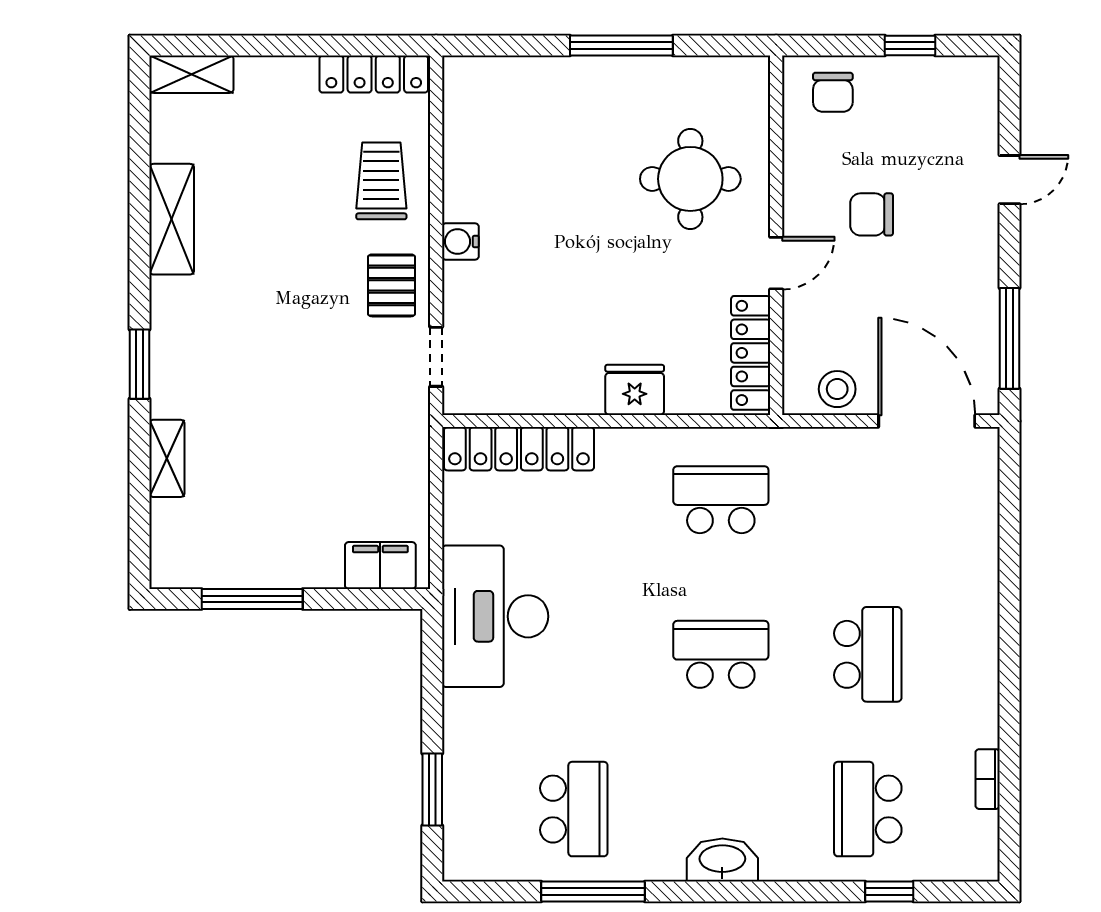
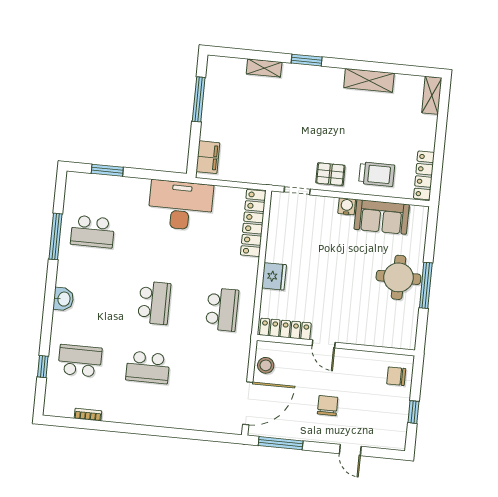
sofa: (477, 160) -> (382, 217), added
round table: (690, 179) -> (398, 277), moved
chair: (872, 214) -> (328, 406), moved
washbasin: (722, 860) -> (63, 299), width x0.72

